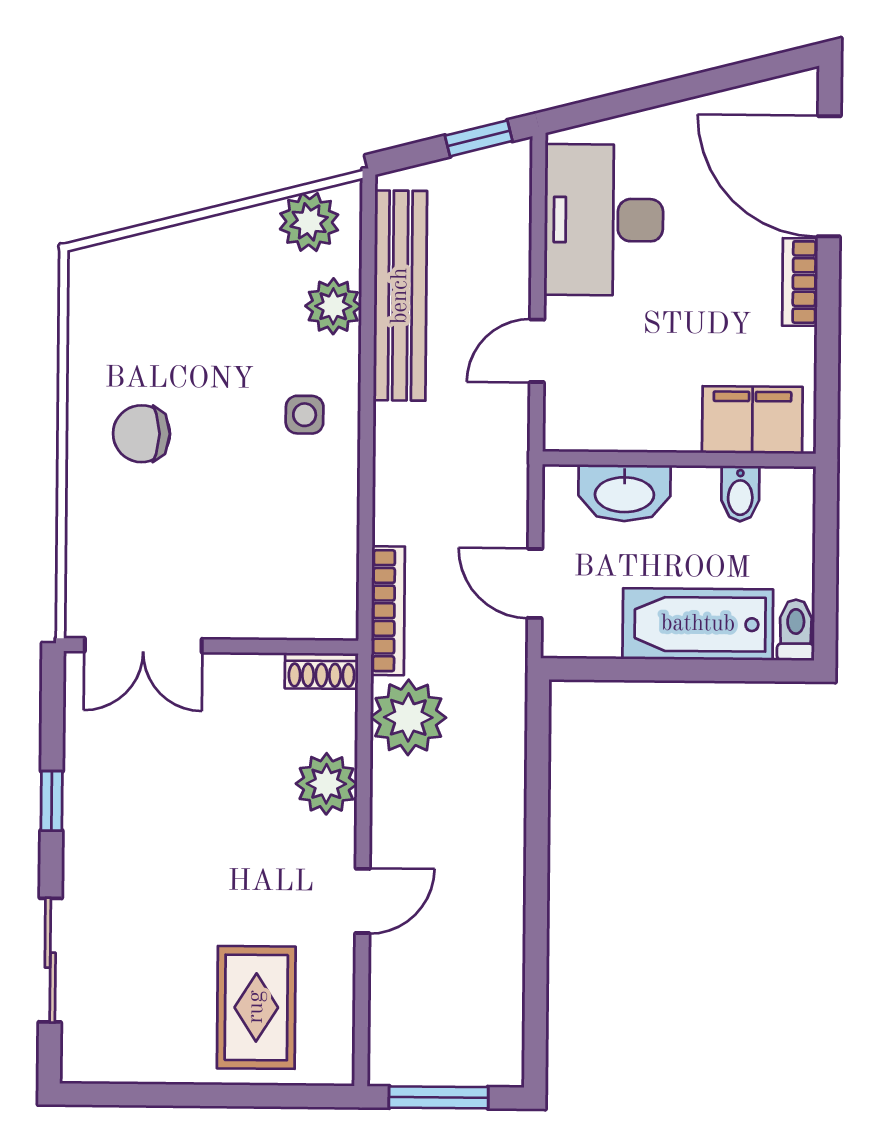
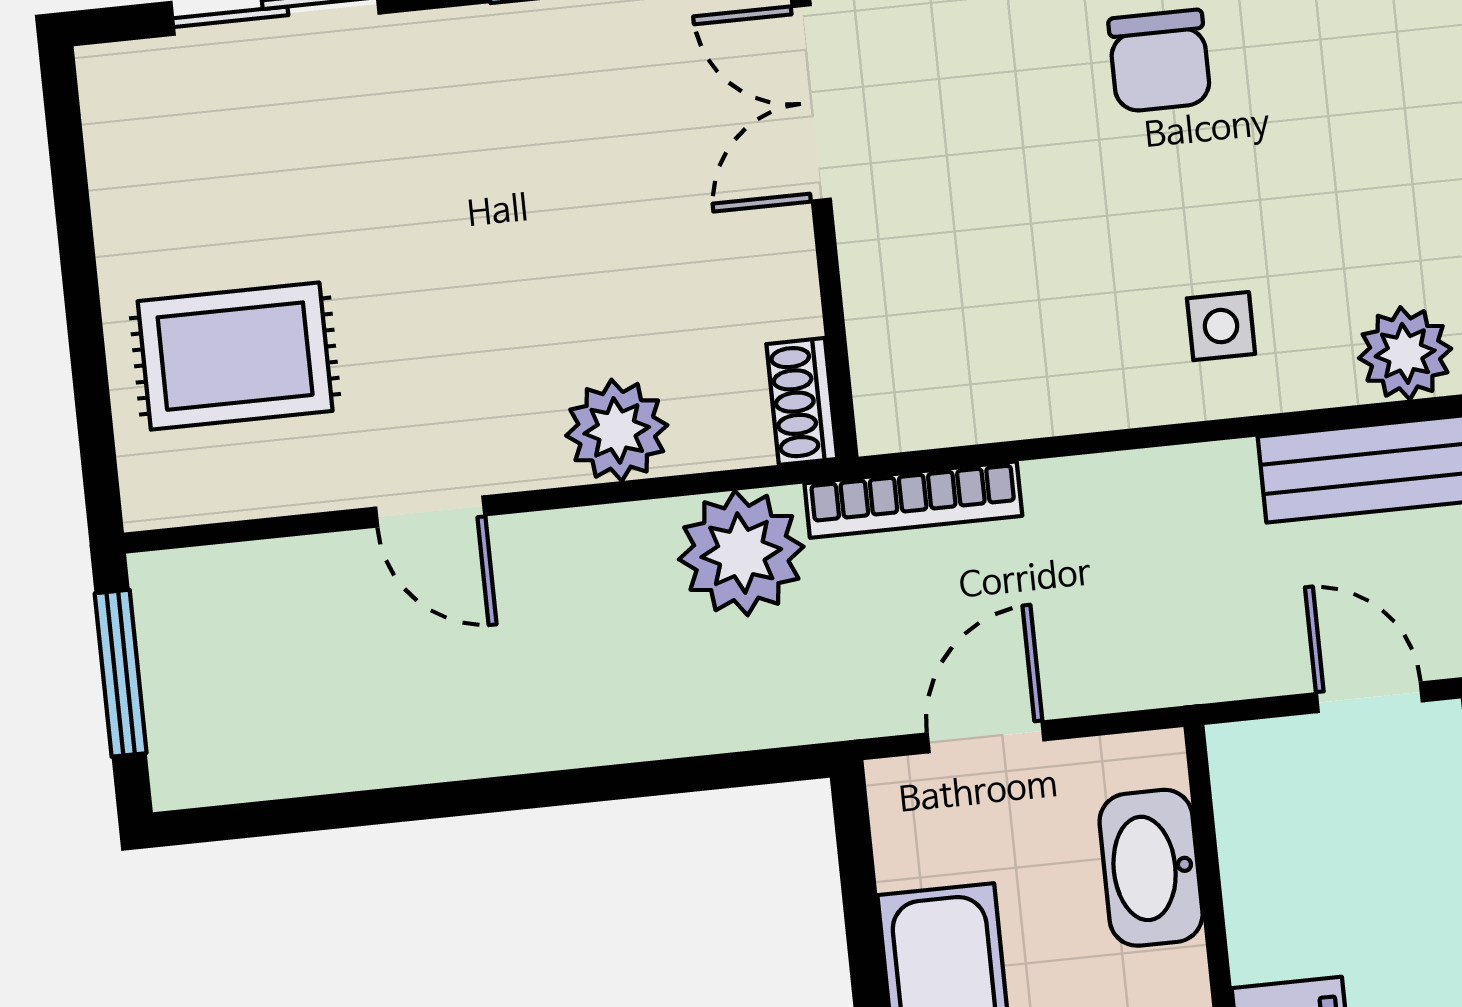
chair: (141, 434) -> (1159, 61), turned 180

